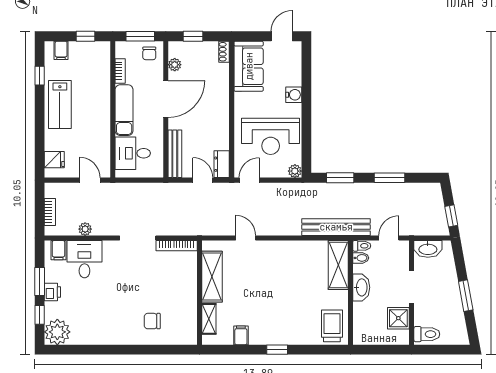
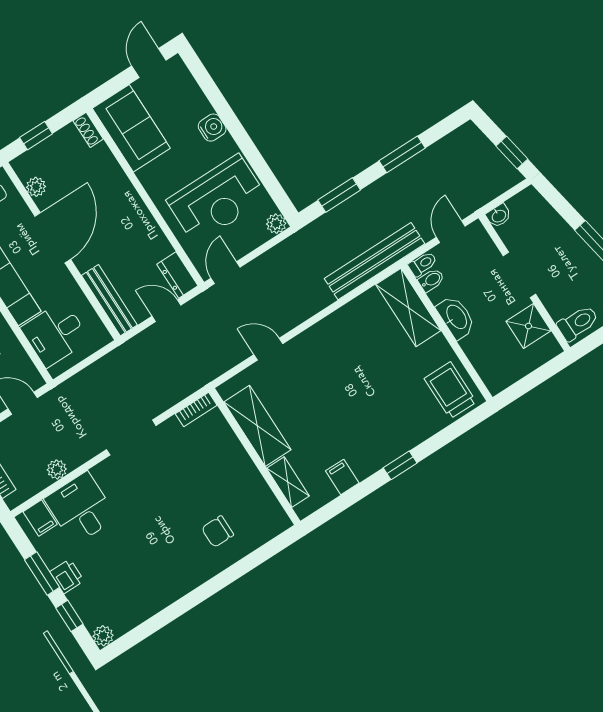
bookcase: (177, 246) -> (196, 409), width x0.64
washbasin: (428, 249) -> (499, 216), width x0.52, depth x0.69
plant: (57, 332) -> (103, 636), width x0.53, depth x0.53

